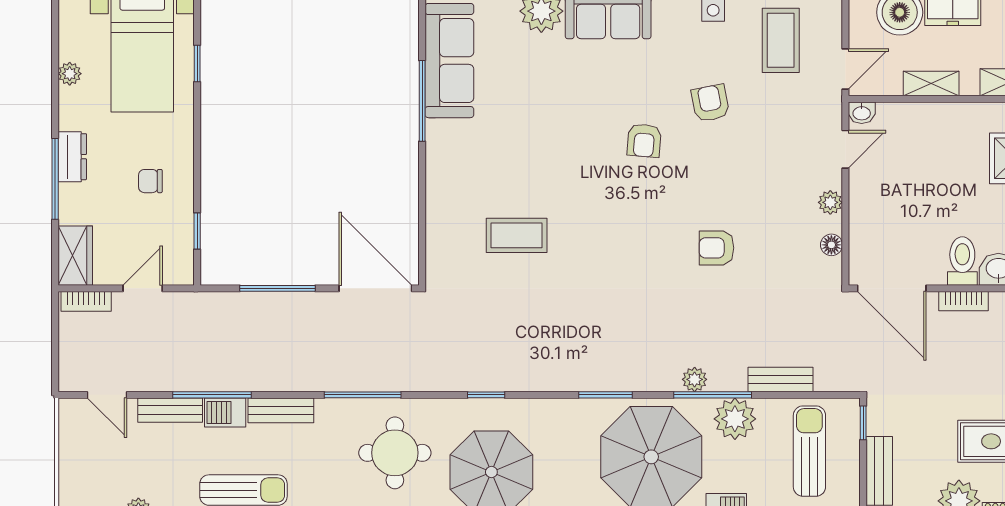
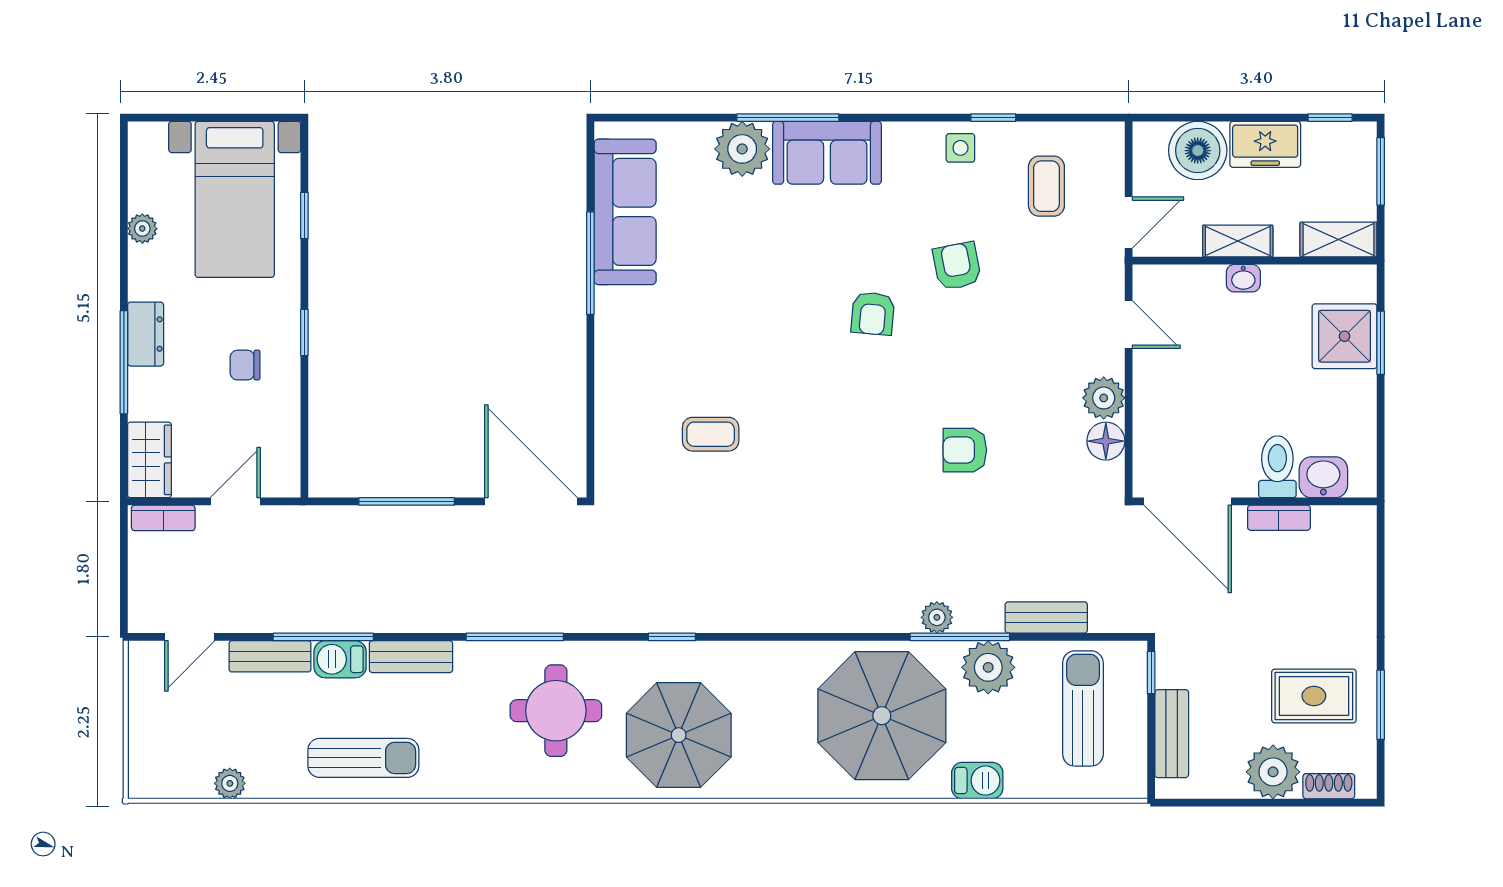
coffee table: (781, 40) -> (1046, 186), width x0.73, depth x0.77
washbasin: (862, 113) -> (1243, 278), moved
door: (845, 149) -> (1129, 325), hinge flipped
plant: (830, 202) -> (1104, 398), width x1.38, depth x1.38
window: (197, 231) -> (304, 332), moved
coffee table: (517, 235) -> (711, 434), width x0.73, depth x0.77
floor lamp: (831, 245) -> (1106, 441), width x1.37, depth x1.37
door: (107, 395) -> (190, 637), hinge flipped
window: (605, 395) -> (824, 637), removed

